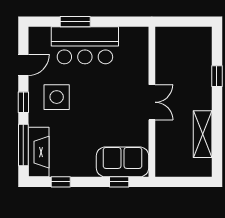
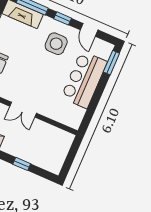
window: (75, 22) -> (111, 63), moved

